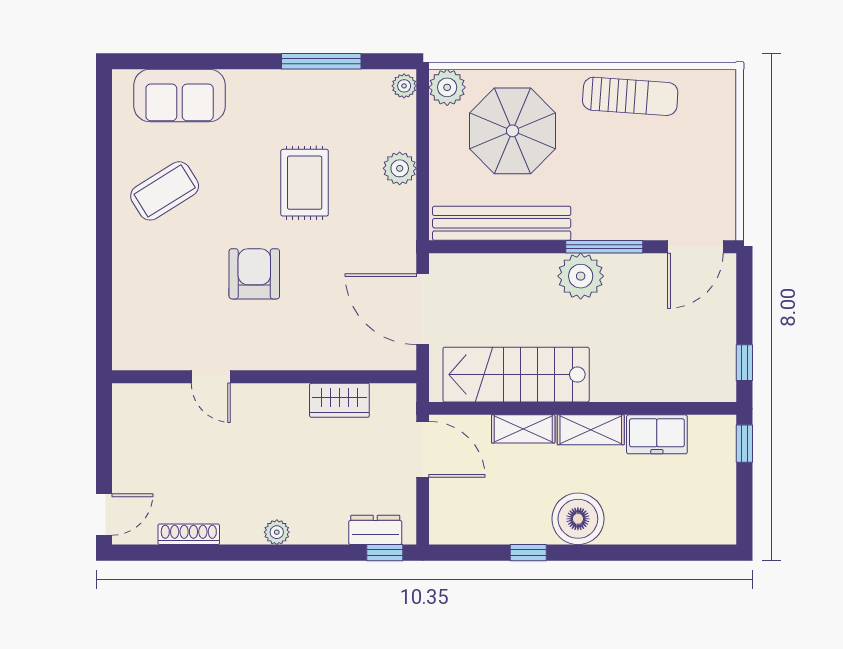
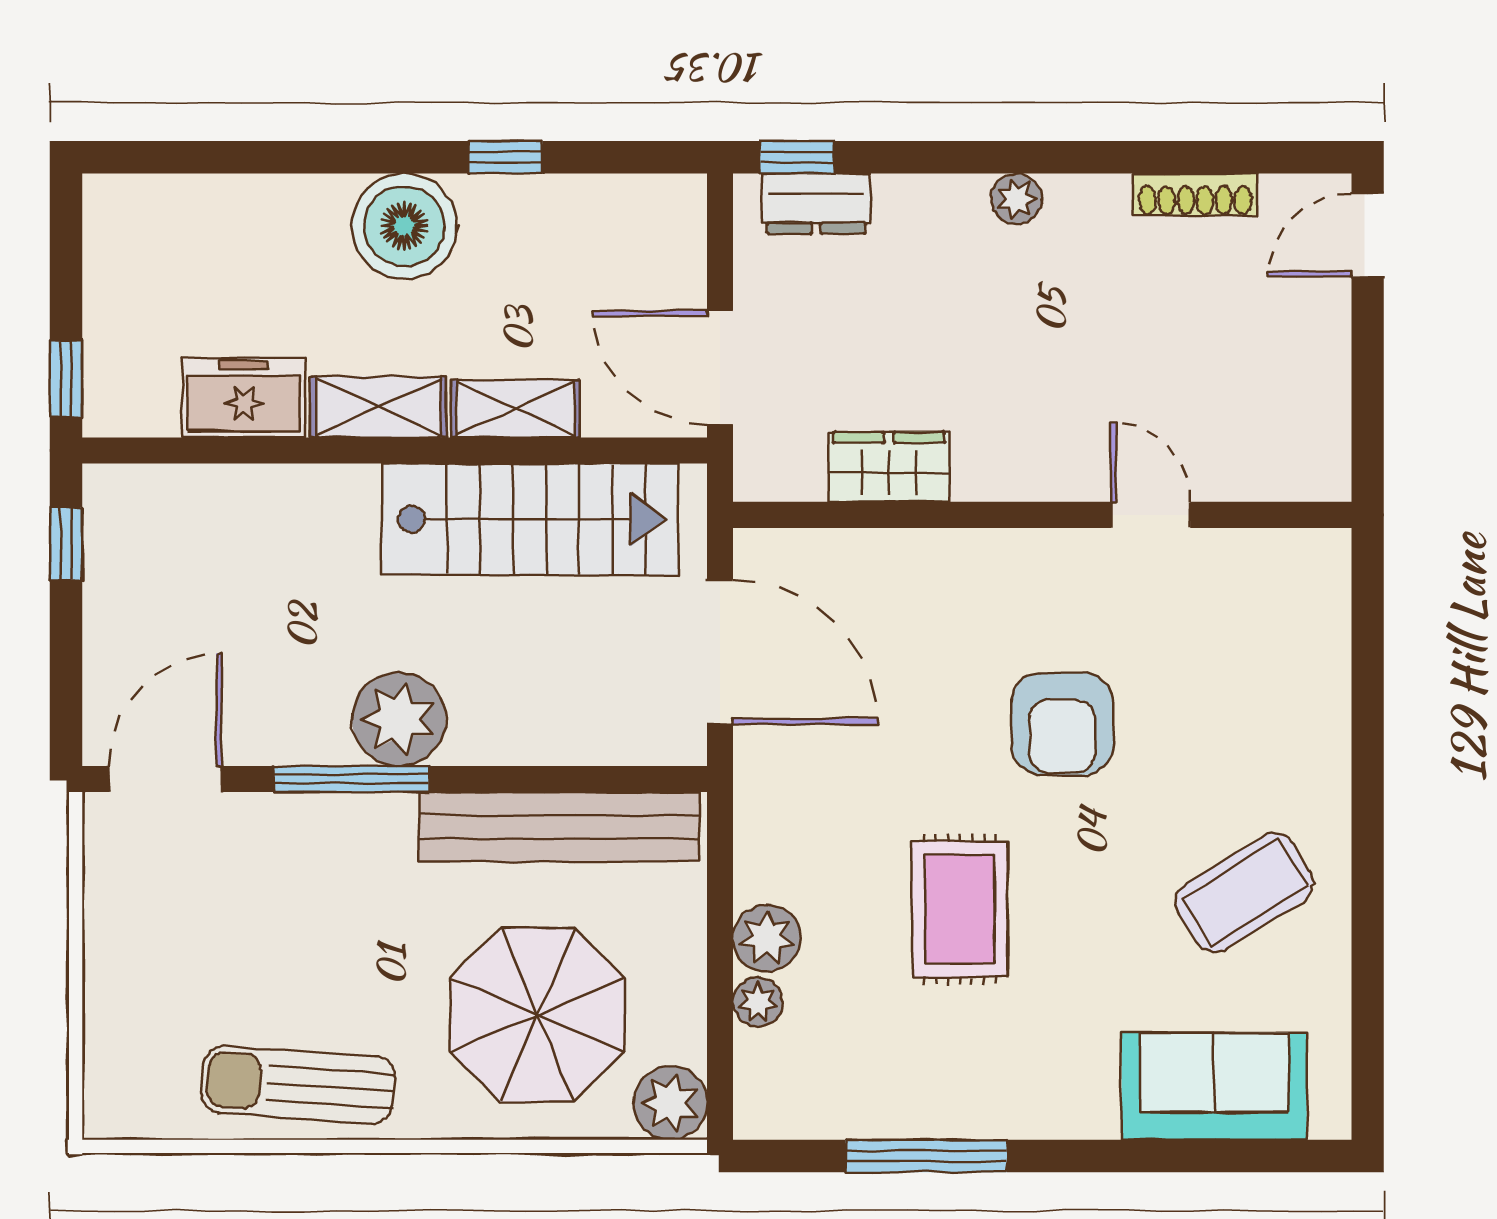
plant: (404, 86) -> (758, 1002), moved

